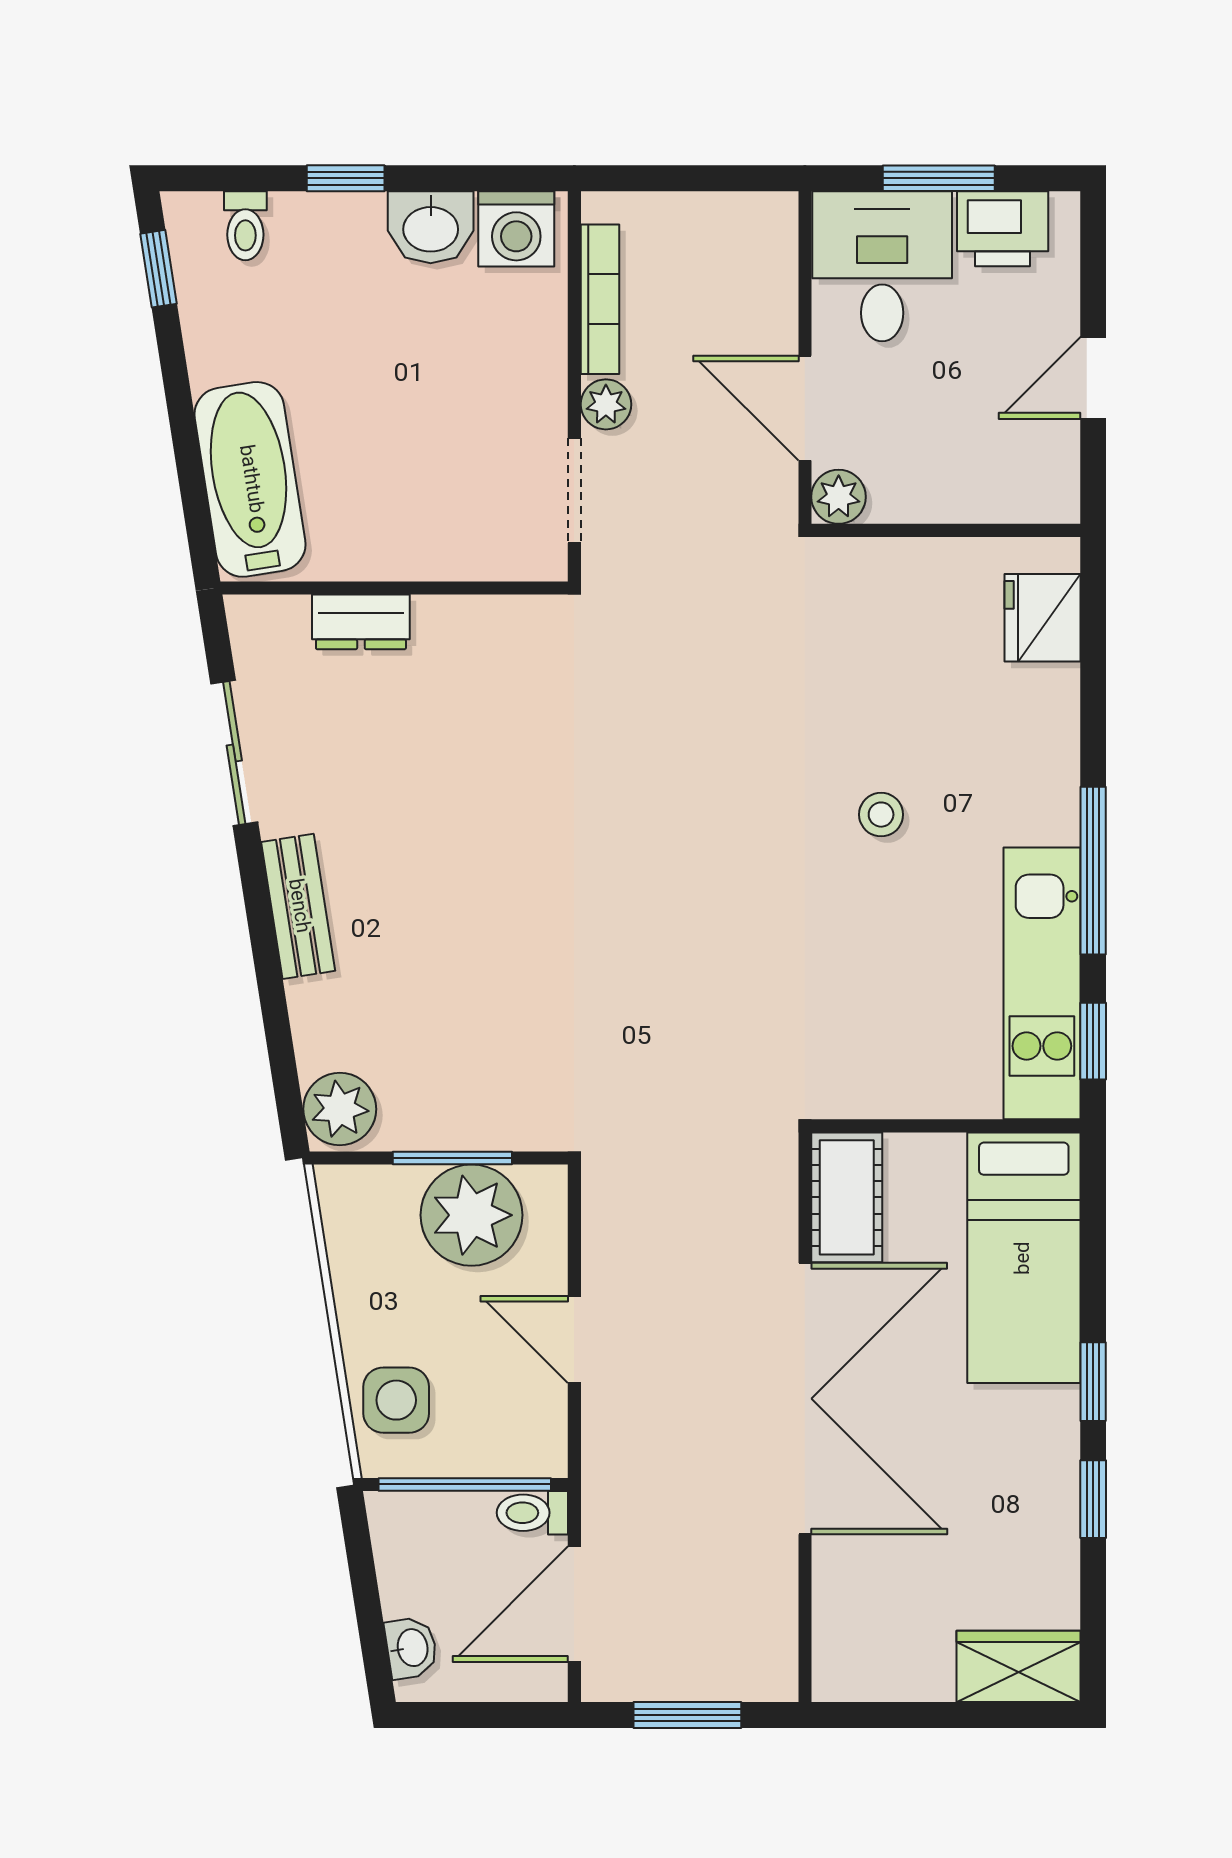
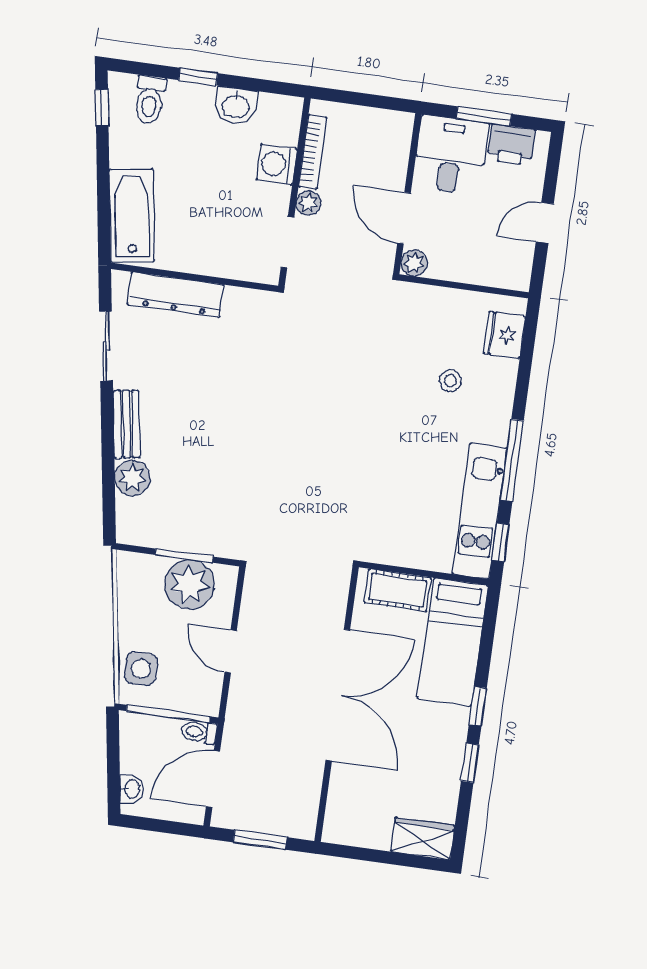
toilet: (245, 226) -> (150, 100), width x1.37, depth x1.39
washing machine: (516, 229) -> (277, 164), moved, turned 90
dresser: (361, 622) -> (175, 295), width x1.96, depth x1.24
stool: (881, 815) -> (450, 381), moved
plant: (340, 1109) -> (132, 478), moved
cot: (847, 1197) -> (398, 590), moved, turned 90

